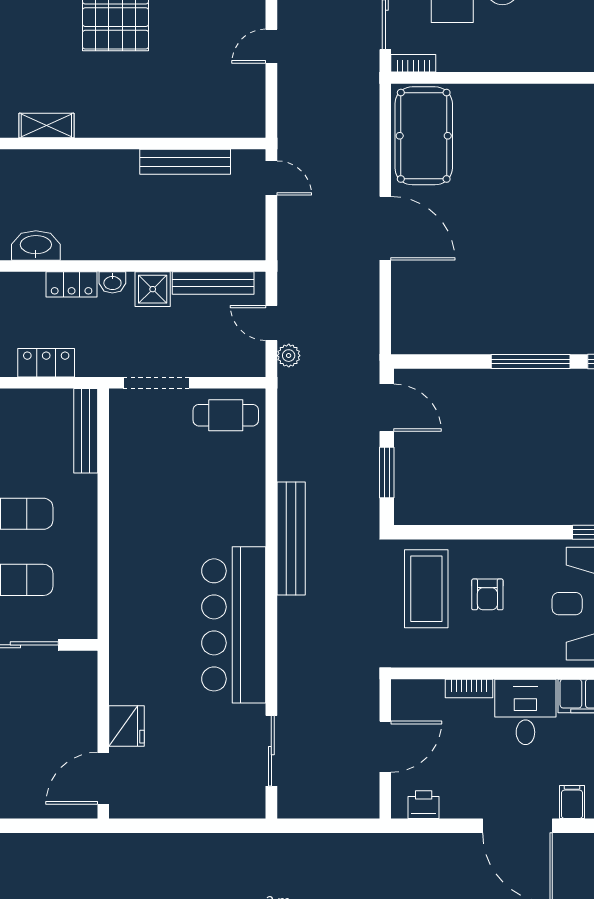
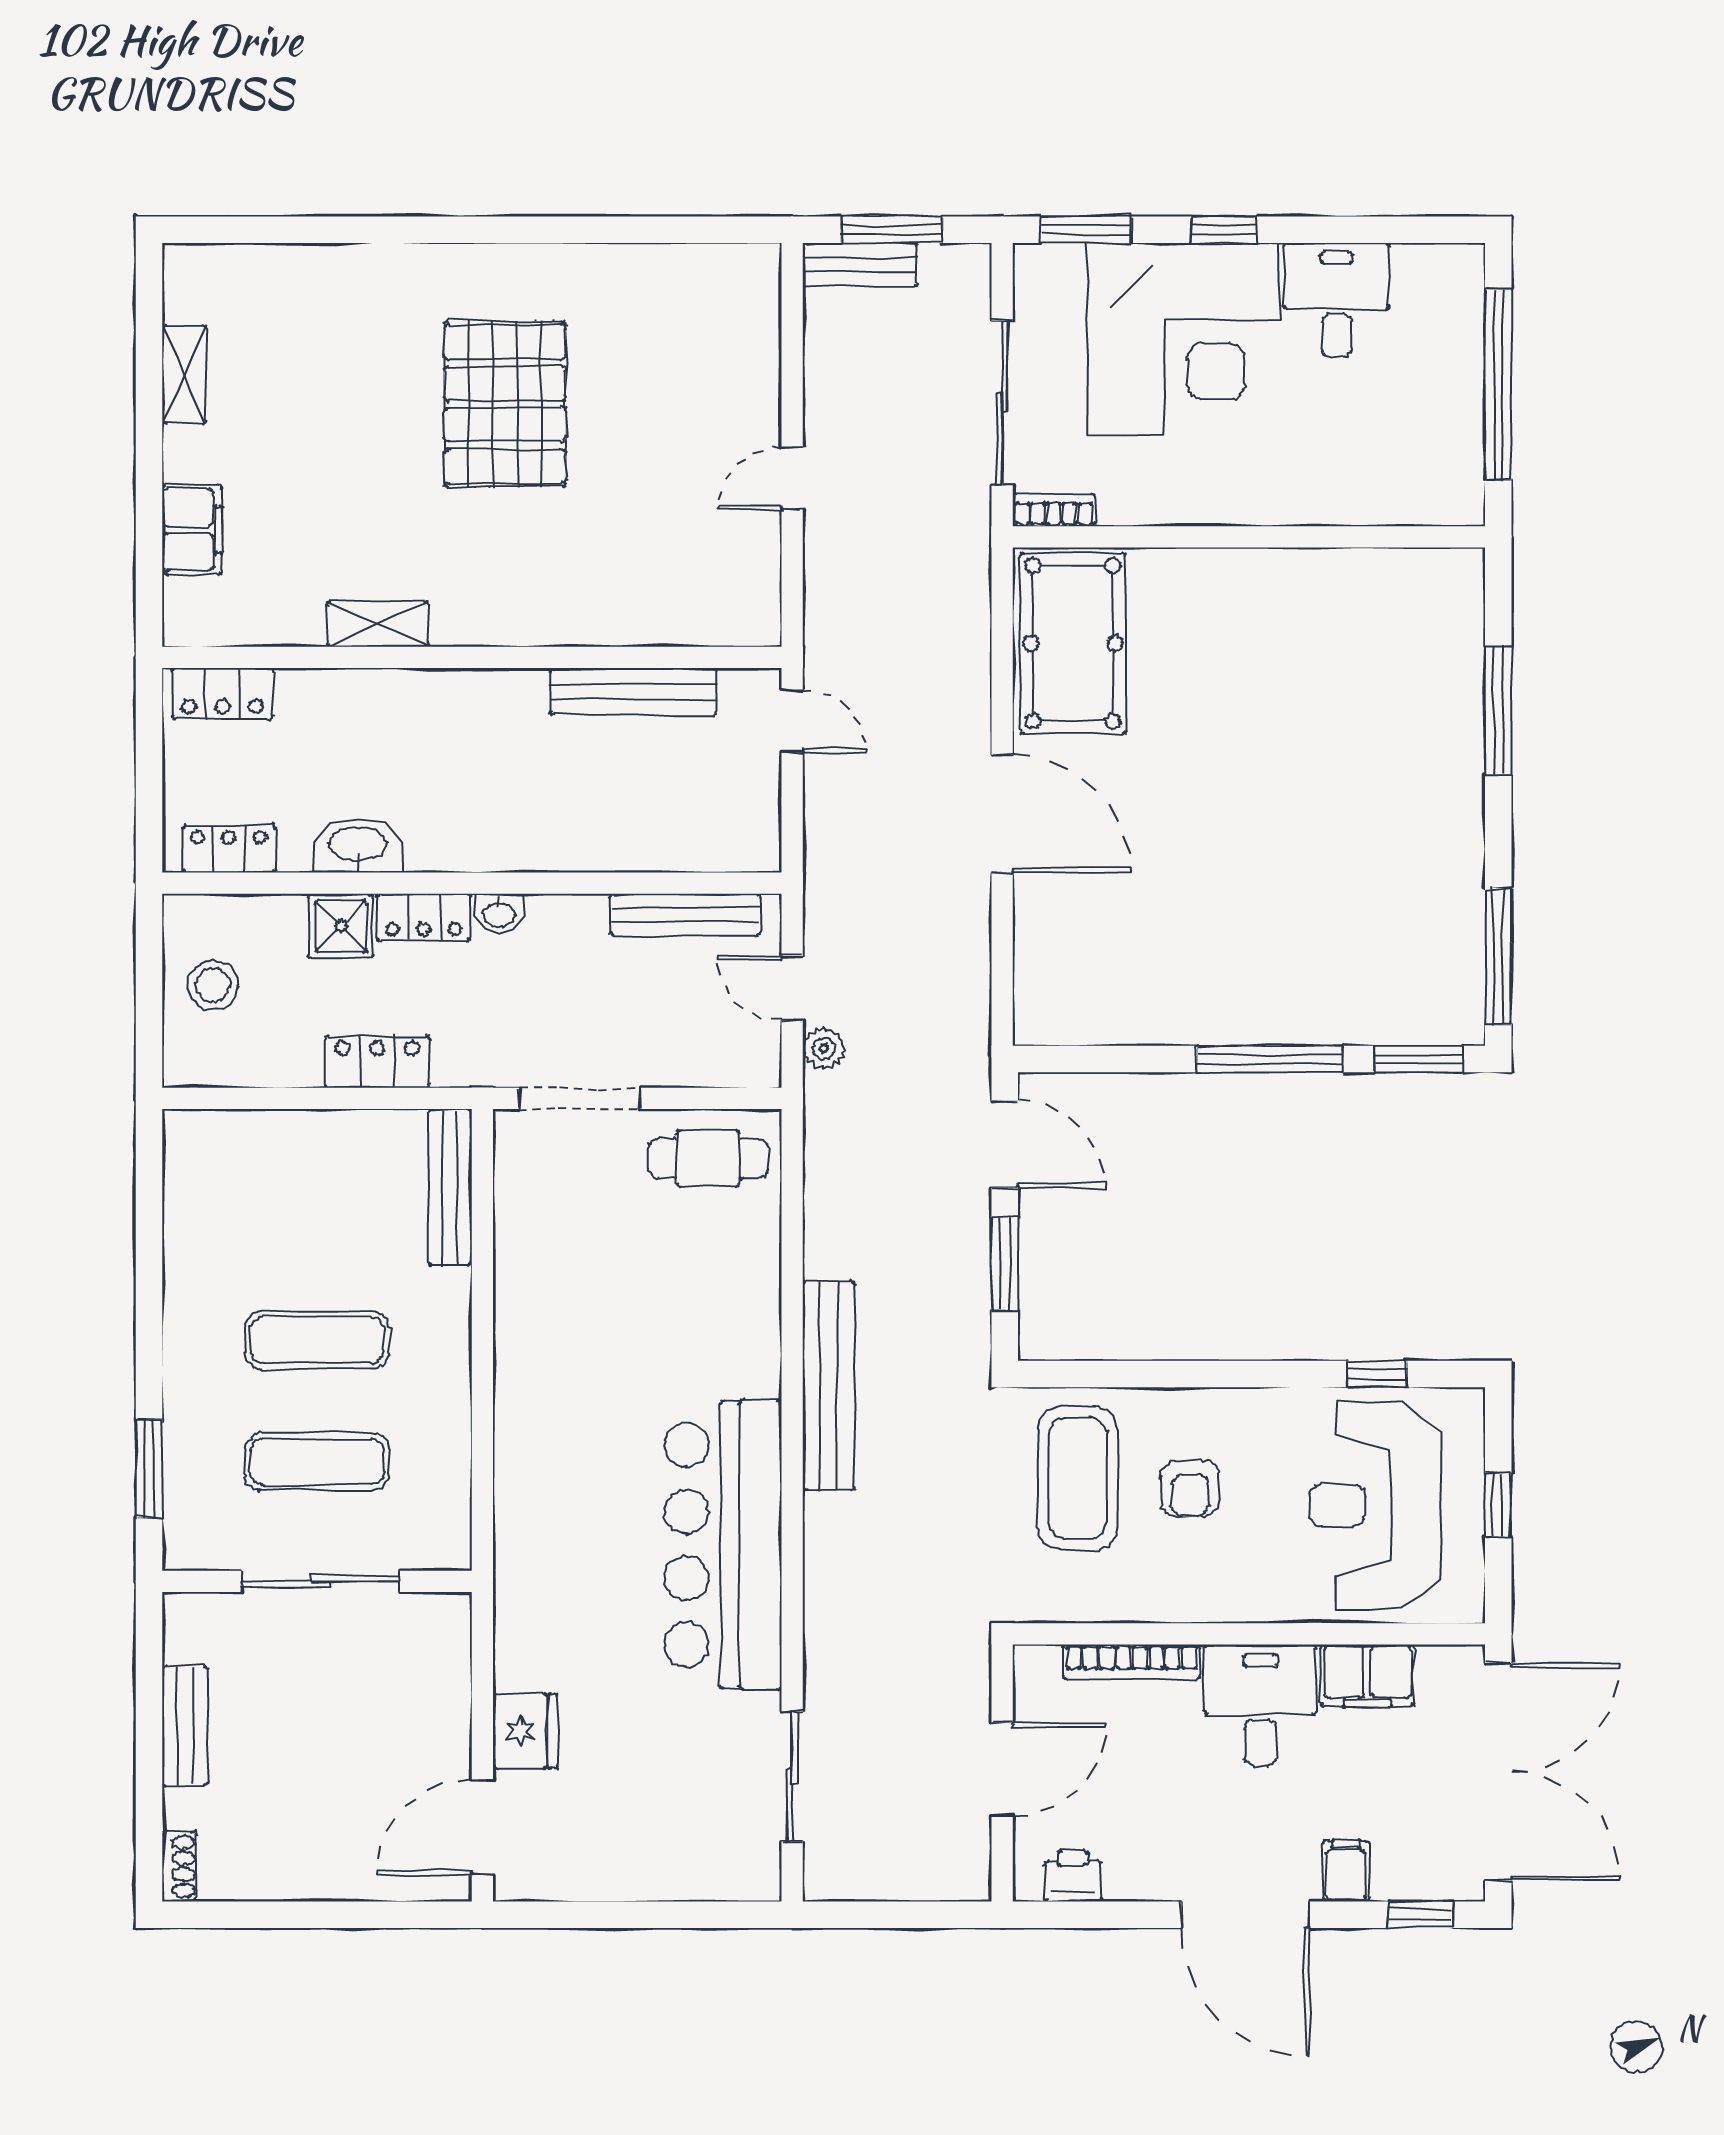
shower: (153, 289) -> (341, 926), moved
bookcase: (469, 688) -> (1132, 1662), width x1.56

